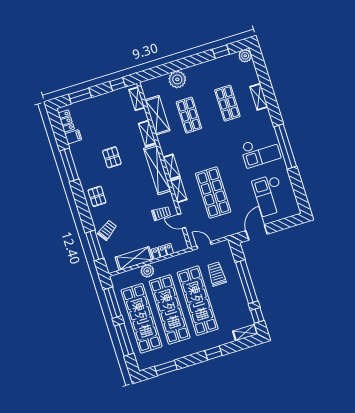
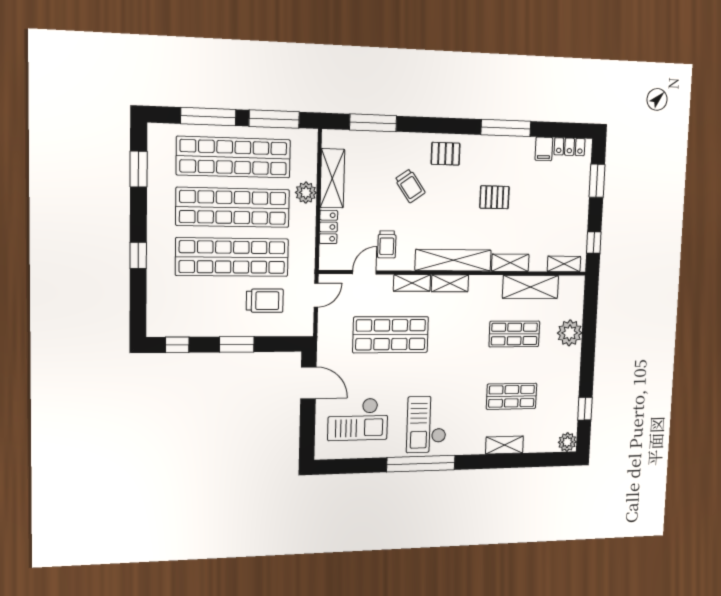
checkout: (269, 195) -> (358, 419), turned 180
trolley: (107, 230) -> (410, 186), moved
window: (247, 282) -> (237, 344), width x0.47
shelving: (245, 333) -> (155, 317), removed

